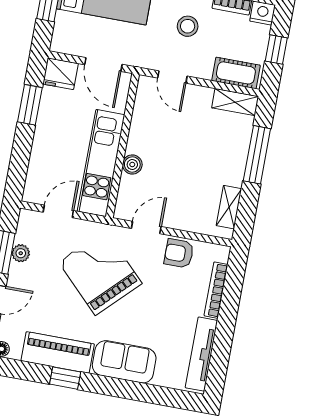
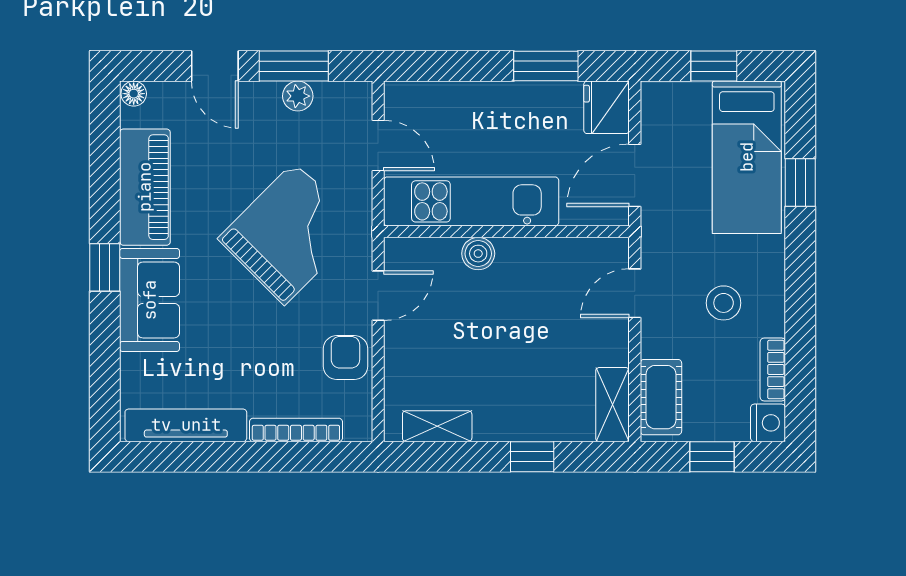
window: (257, 155) -> (532, 457), width x0.46
door: (146, 228) -> (378, 296), hinge flipped
window: (65, 378) -> (105, 267), moved

